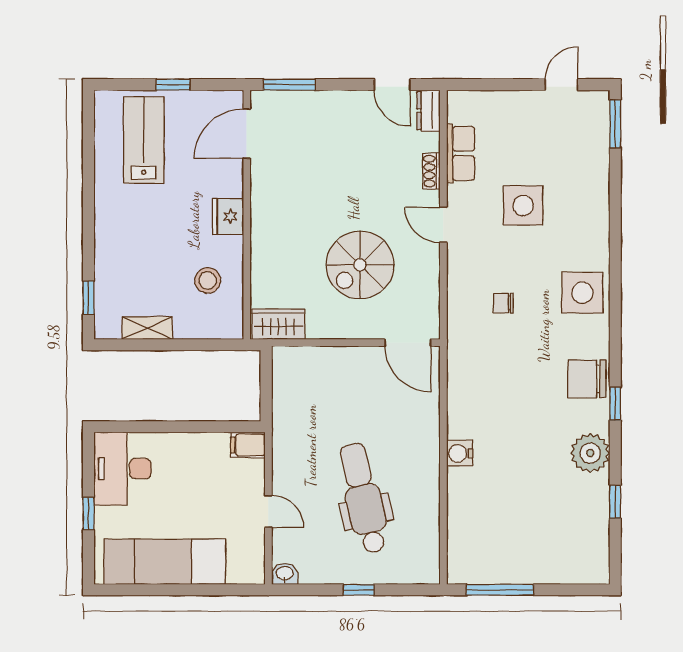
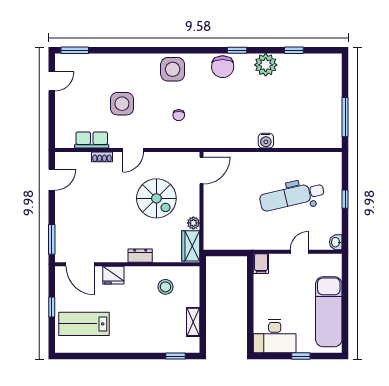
door: (562, 85) -> (52, 81), swing flipped
dresser: (428, 111) -> (140, 256), moved, turned 180
fridge: (228, 216) -> (113, 275), moved
plant: (318, 329) -> (193, 223), added

